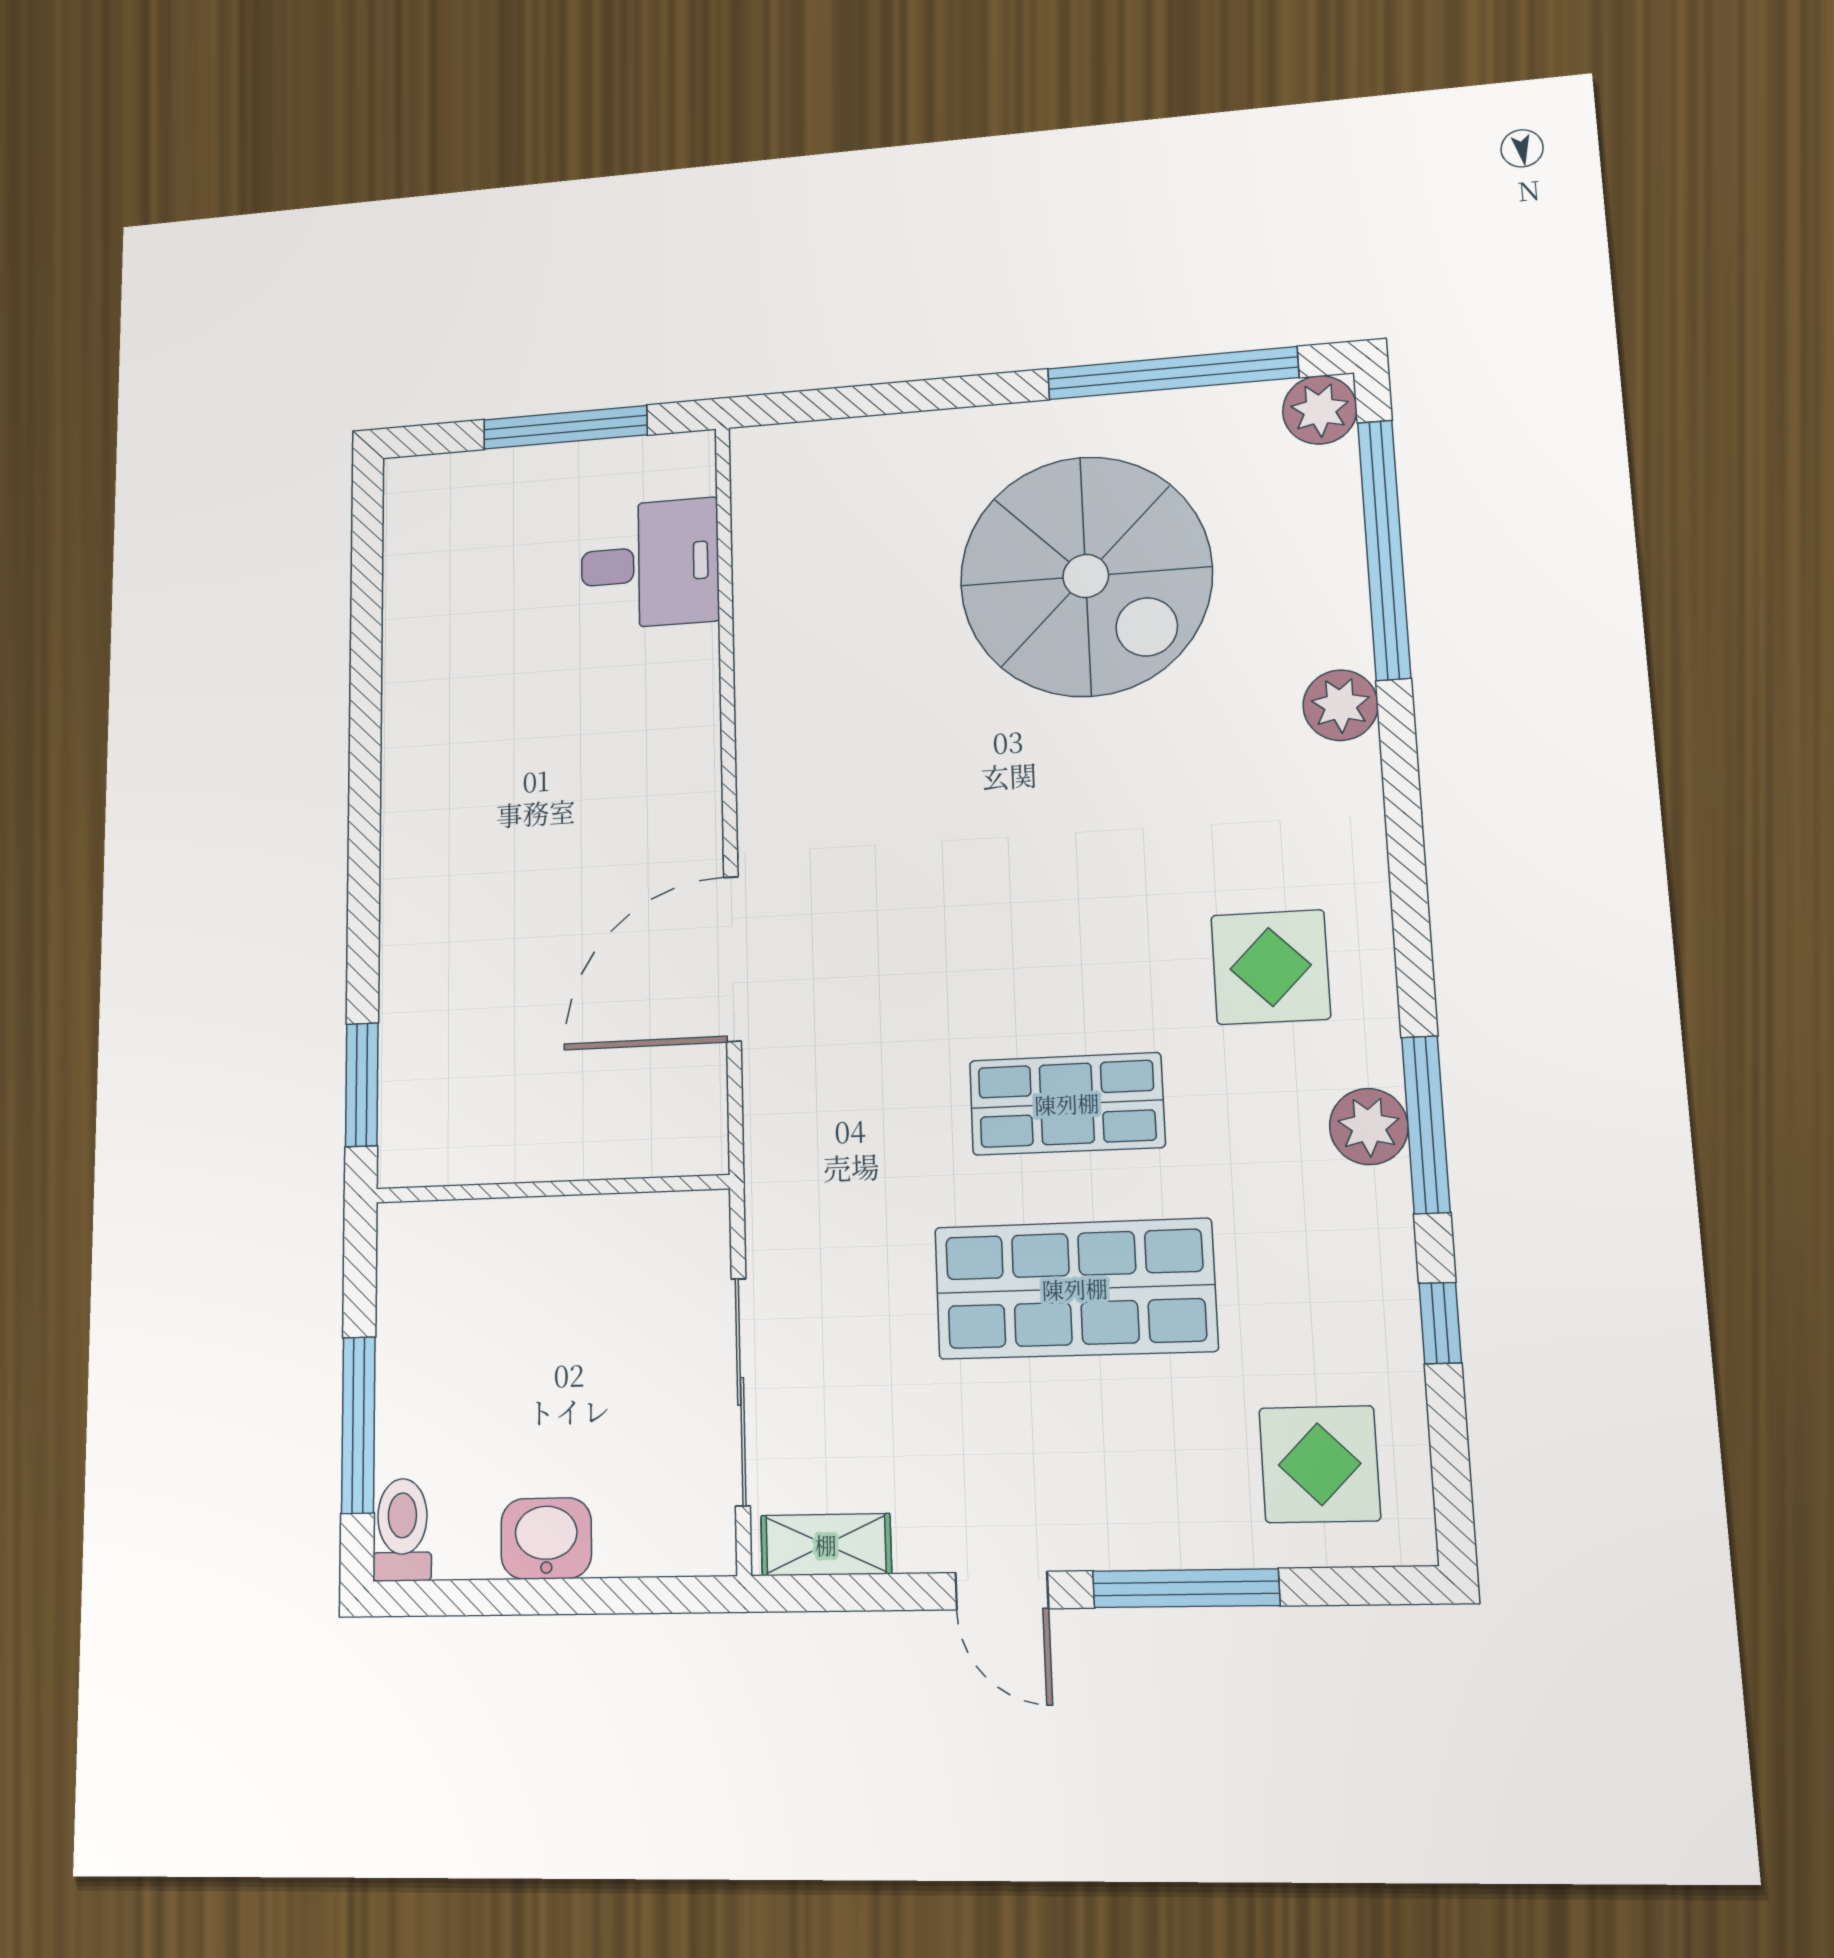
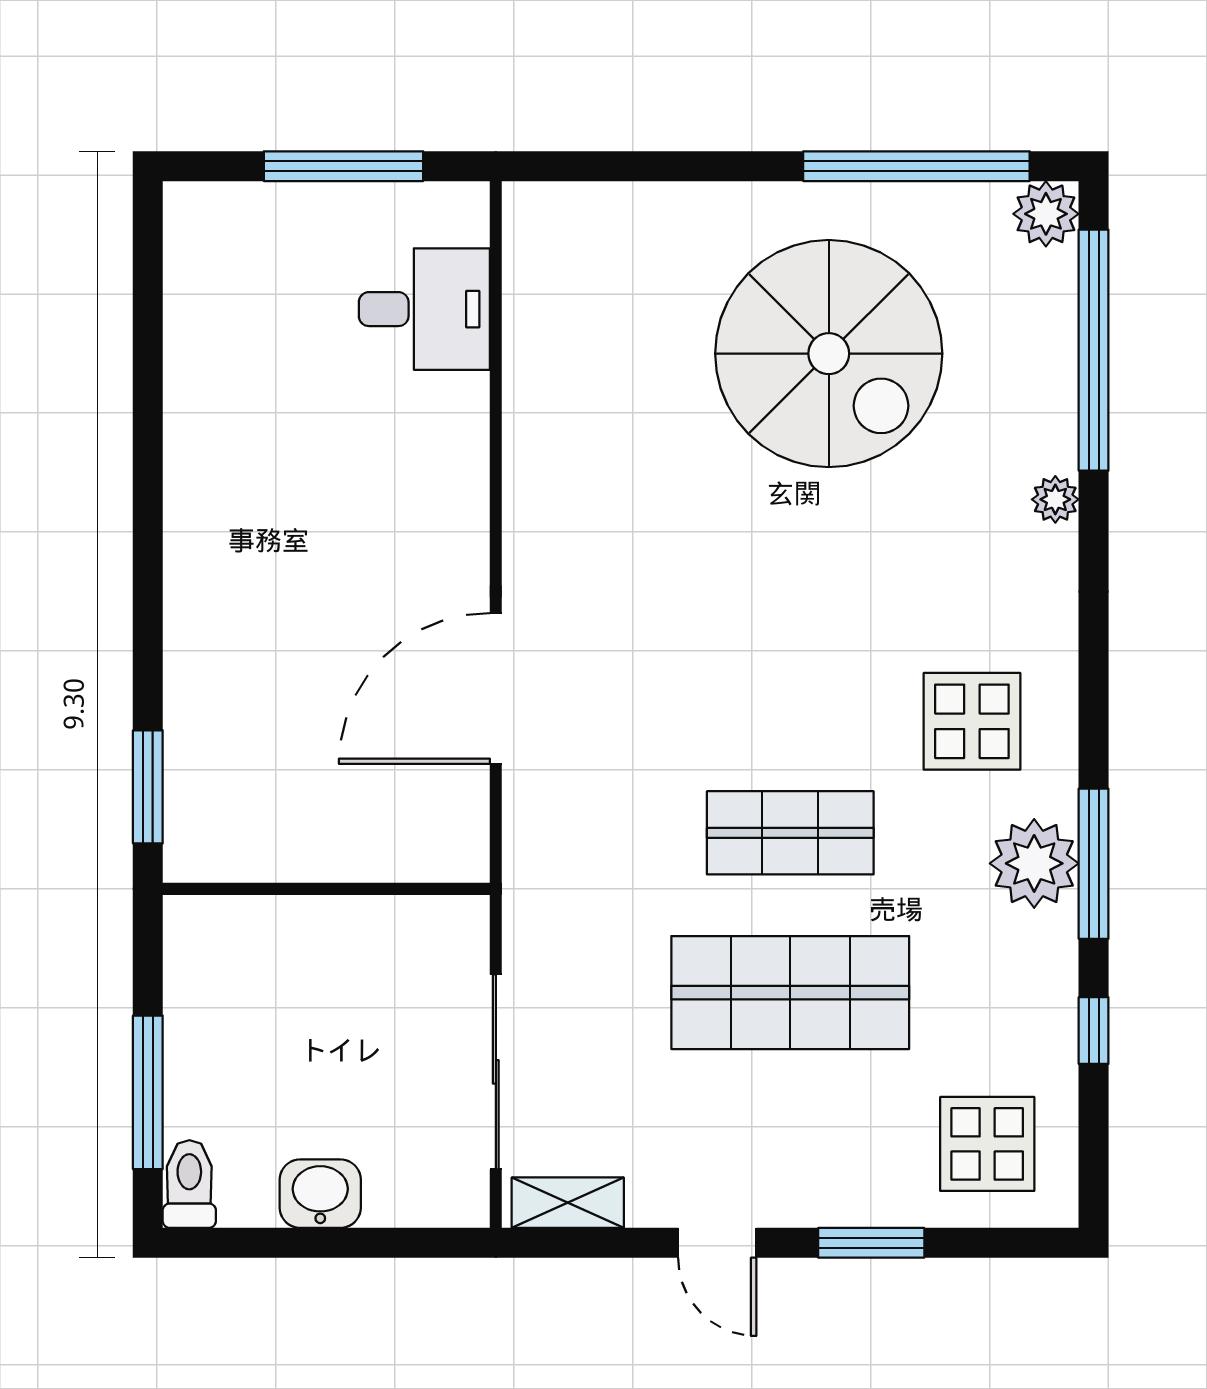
plant: (1341, 705) -> (1055, 499), width x0.73, depth x0.73
plant: (1369, 1126) -> (1034, 863), width x1.36, depth x1.36
window: (1186, 1588) -> (871, 1243), width x0.69

